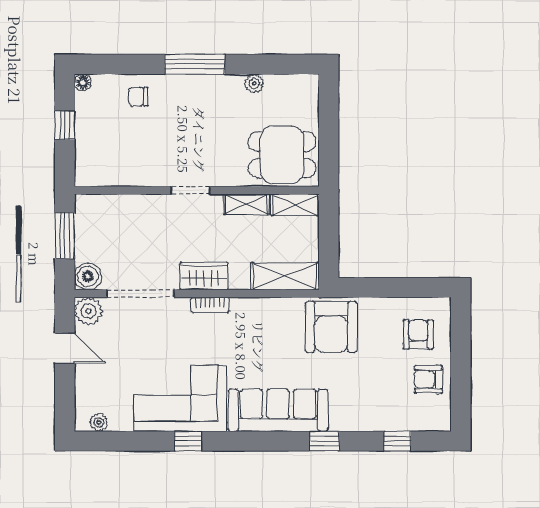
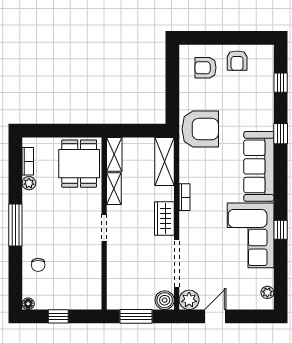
bookcase: (285, 82) -> (28, 161), added
bookcase: (210, 305) -> (185, 197), moved

